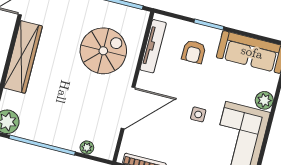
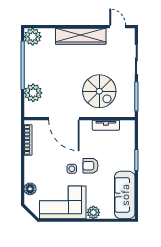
tv unit: (153, 46) -> (106, 125), width x0.71
armchair: (194, 52) -> (90, 166), moved
plant: (87, 148) -> (33, 93), width x1.88, depth x1.88

